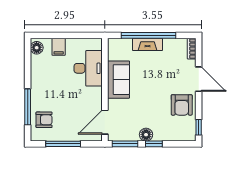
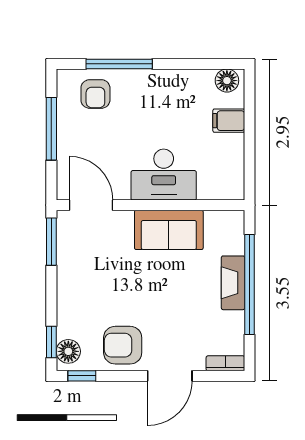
desk: (88, 68) -> (164, 175), moved
floor lamp: (146, 135) -> (68, 351), moved
window: (154, 144) -> (51, 342), moved

